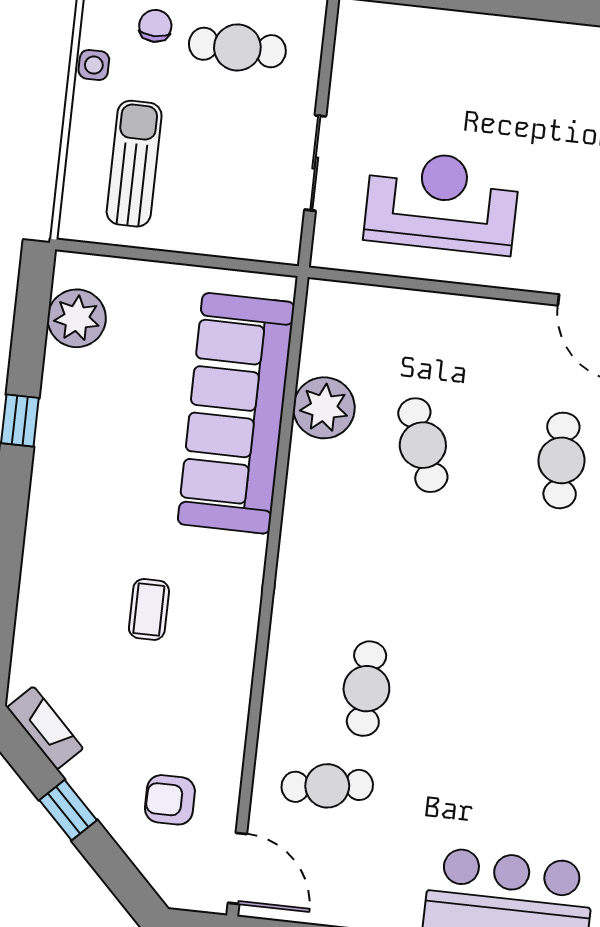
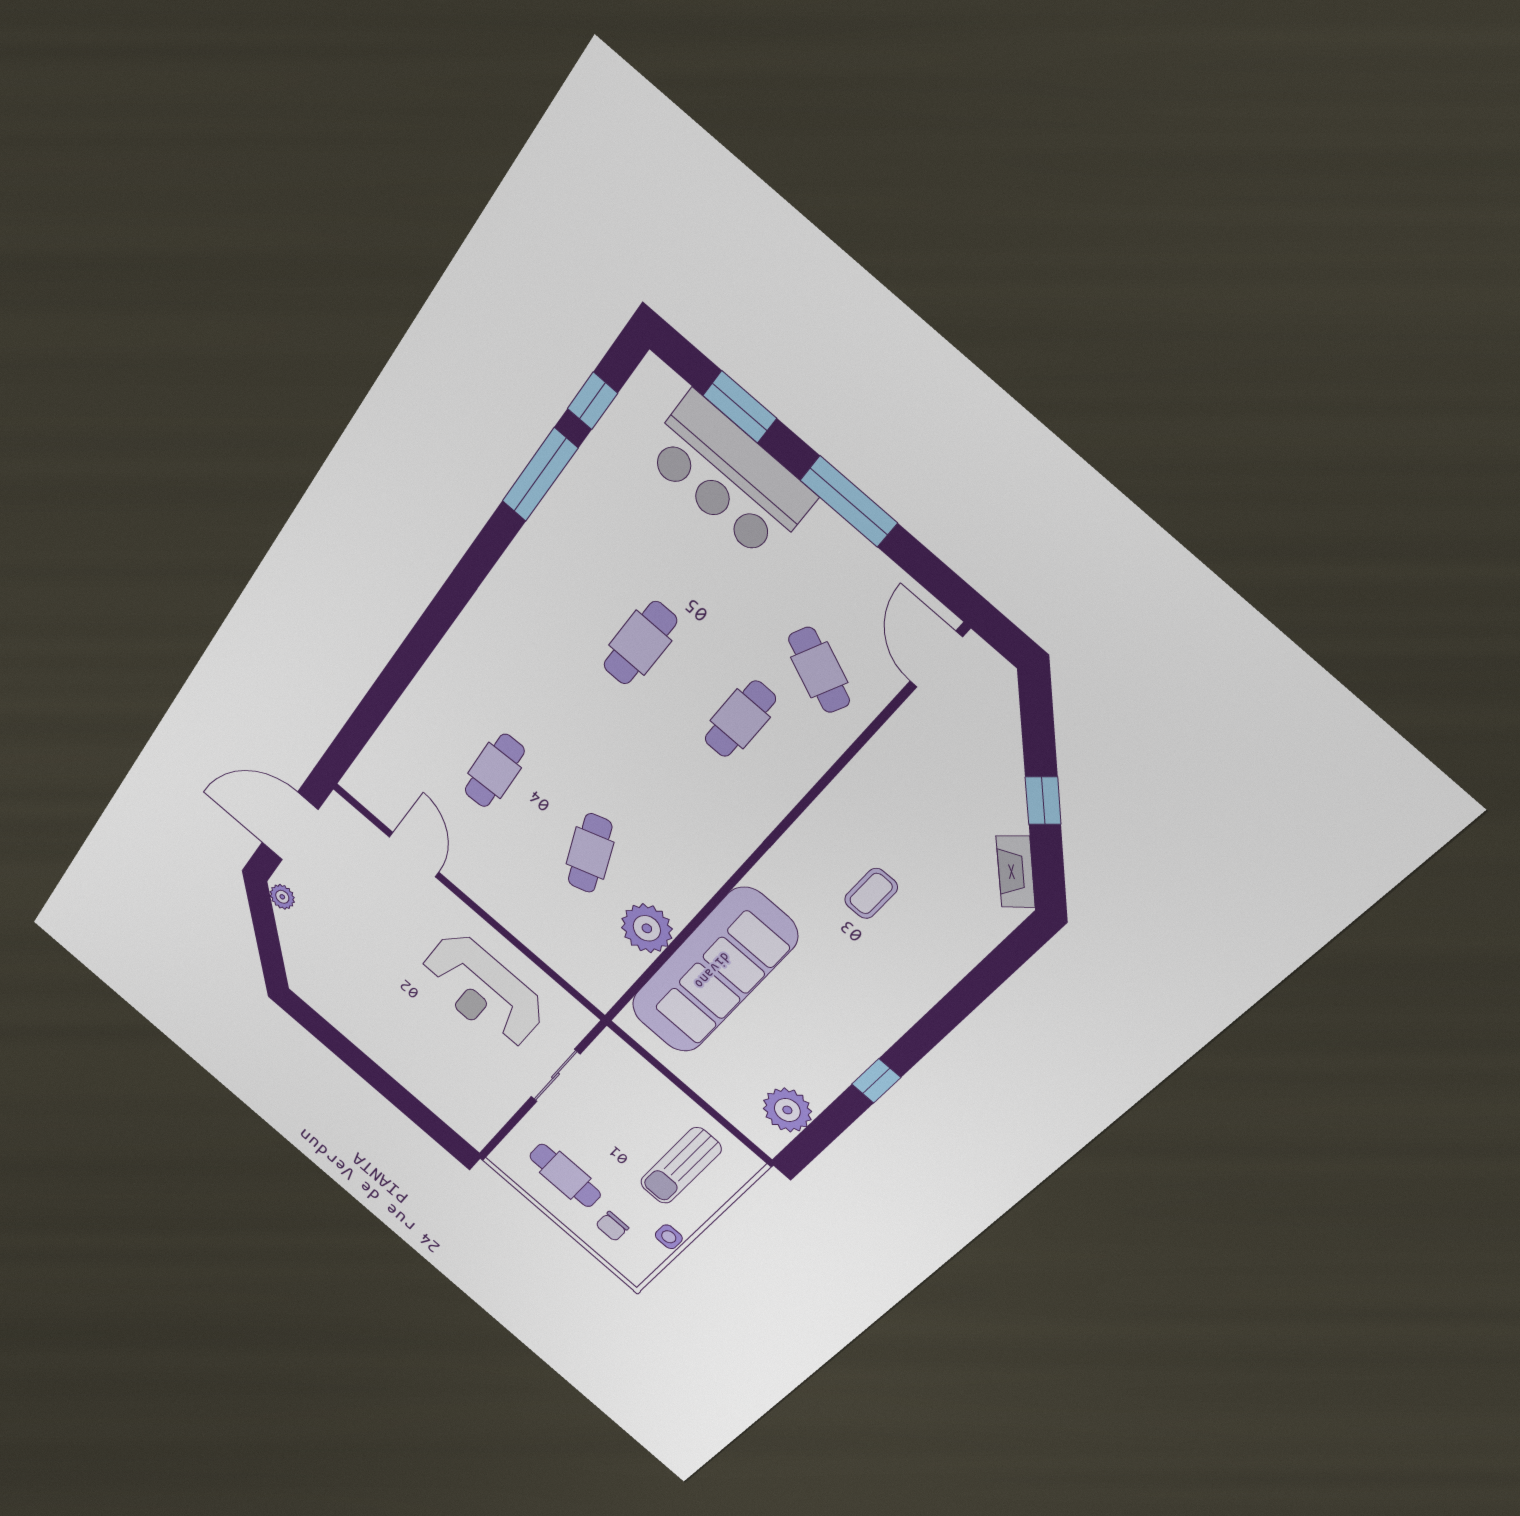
cafe table: (497, 694) -> (640, 643), added
cafe table: (327, 786) -> (819, 670), turned 32
armchair: (170, 800) -> (954, 749), removed

